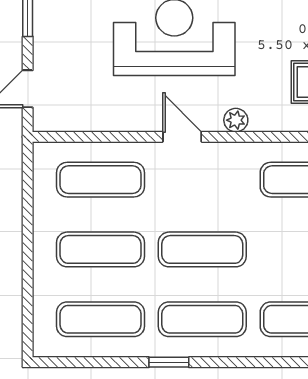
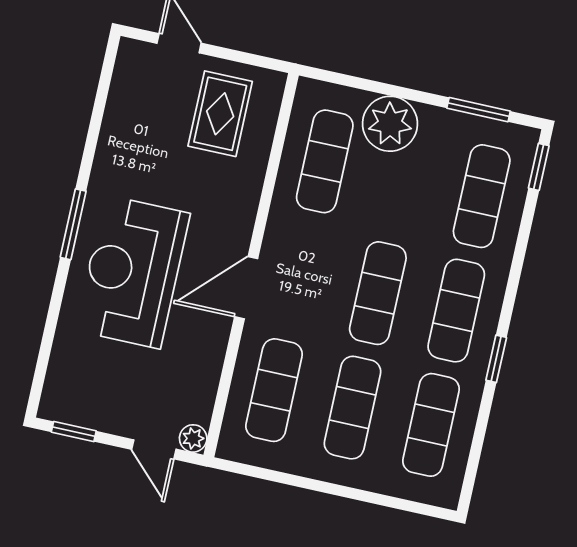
plant: (236, 120) -> (193, 438), moved
door: (182, 137) -> (246, 288), width x1.38

